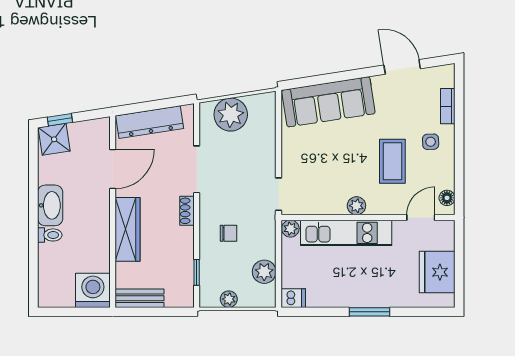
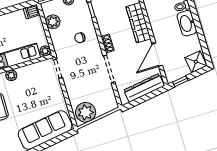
plant: (231, 115) -> (86, 112), moved
window: (60, 120) -> (180, 81), moved

